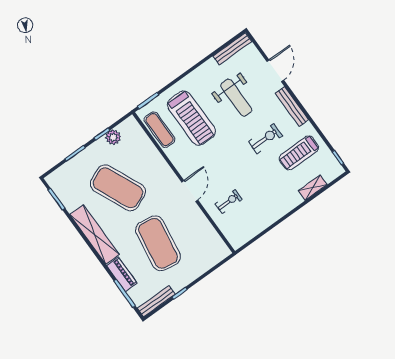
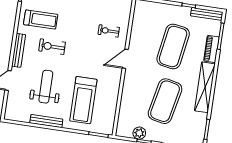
bench: (232, 49) -> (46, 121), moved
treadmill: (191, 118) -> (83, 100), turned 180
exercise mat: (160, 130) -> (108, 111), removed
exercise mat: (118, 188) -> (165, 101), turned 36

